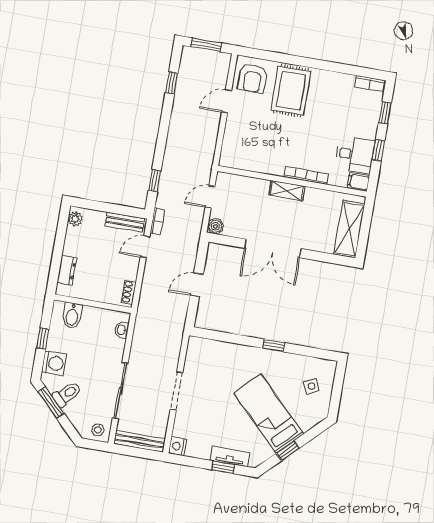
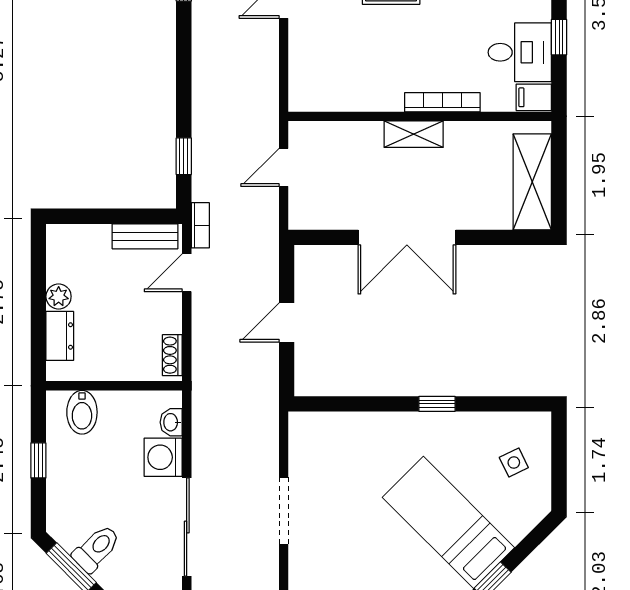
plant: (75, 219) -> (59, 296), moved
boiler: (215, 226) -> (302, 216), removed
washing machine: (54, 363) -> (163, 457), moved, turned 180

